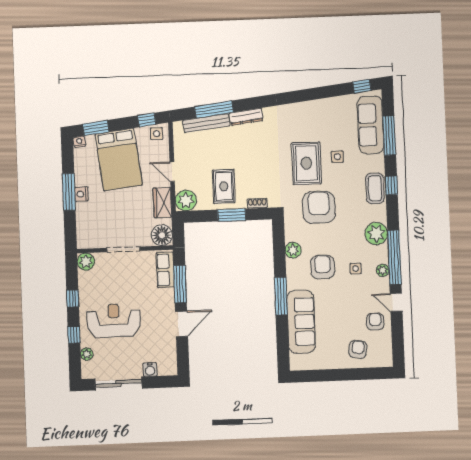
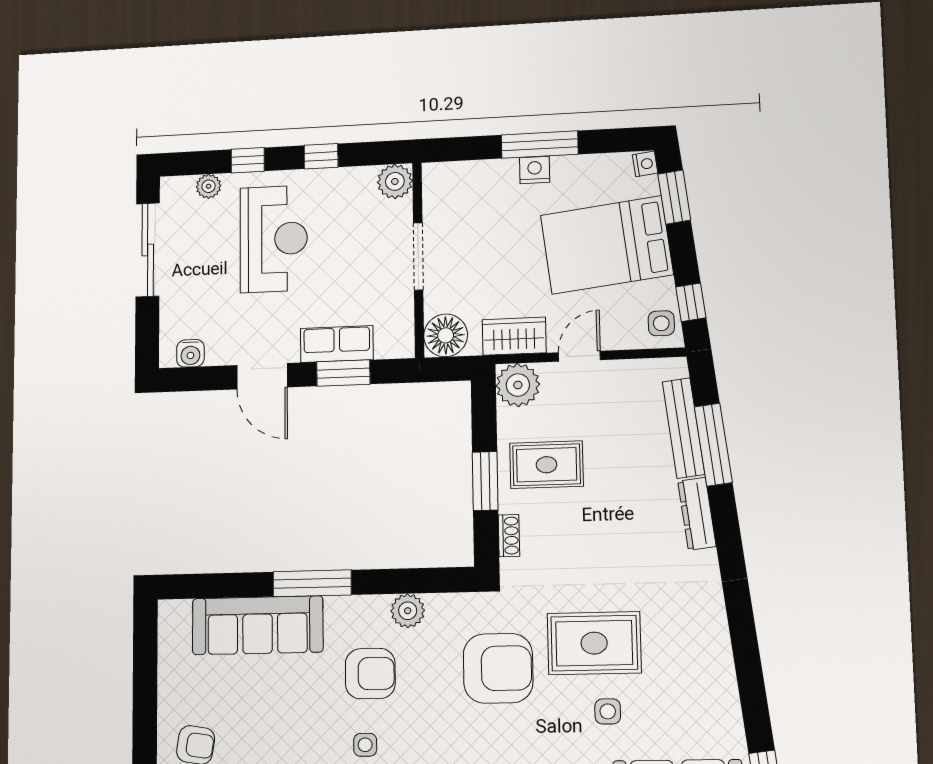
row of seats: (165, 270) -> (337, 344), moved
window: (180, 284) -> (343, 373), width x0.69
water cooler: (150, 370) -> (190, 353), moved, turned -90

